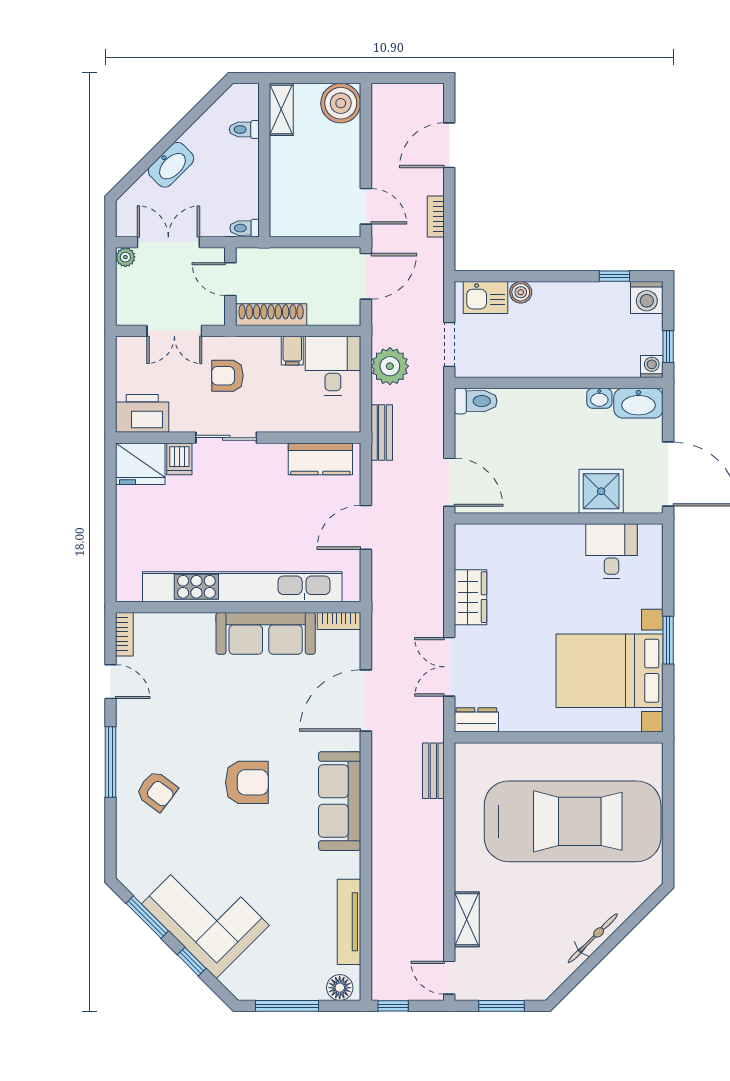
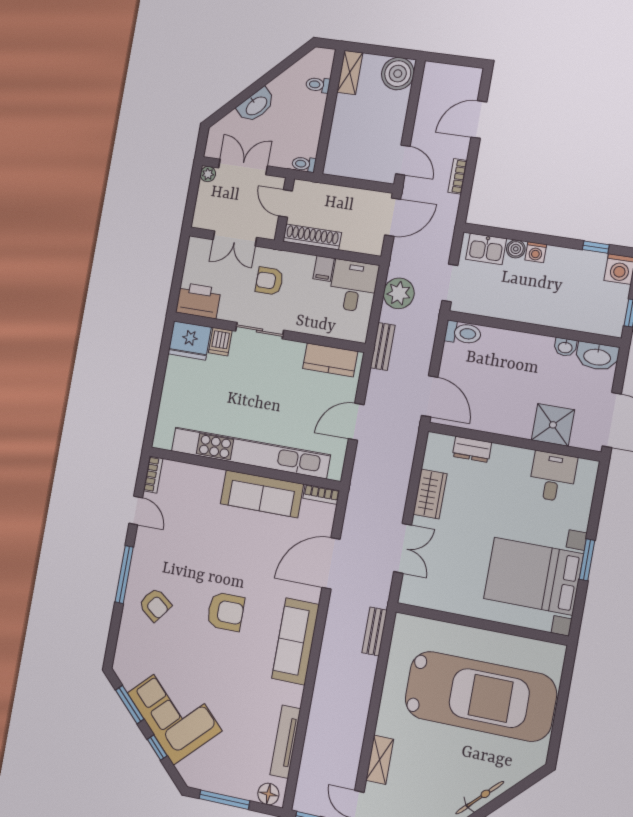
washing machine: (652, 367) -> (536, 252), moved, turned 180
double door: (449, 667) -> (403, 548), swing flipped
dresser: (476, 720) -> (472, 449), moved, turned 180

